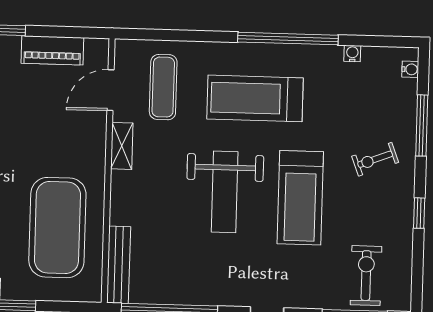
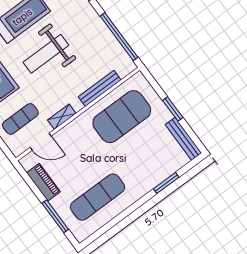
weight bench: (225, 192) -> (46, 54), turned 180
bench: (119, 265) -> (100, 88), moved

